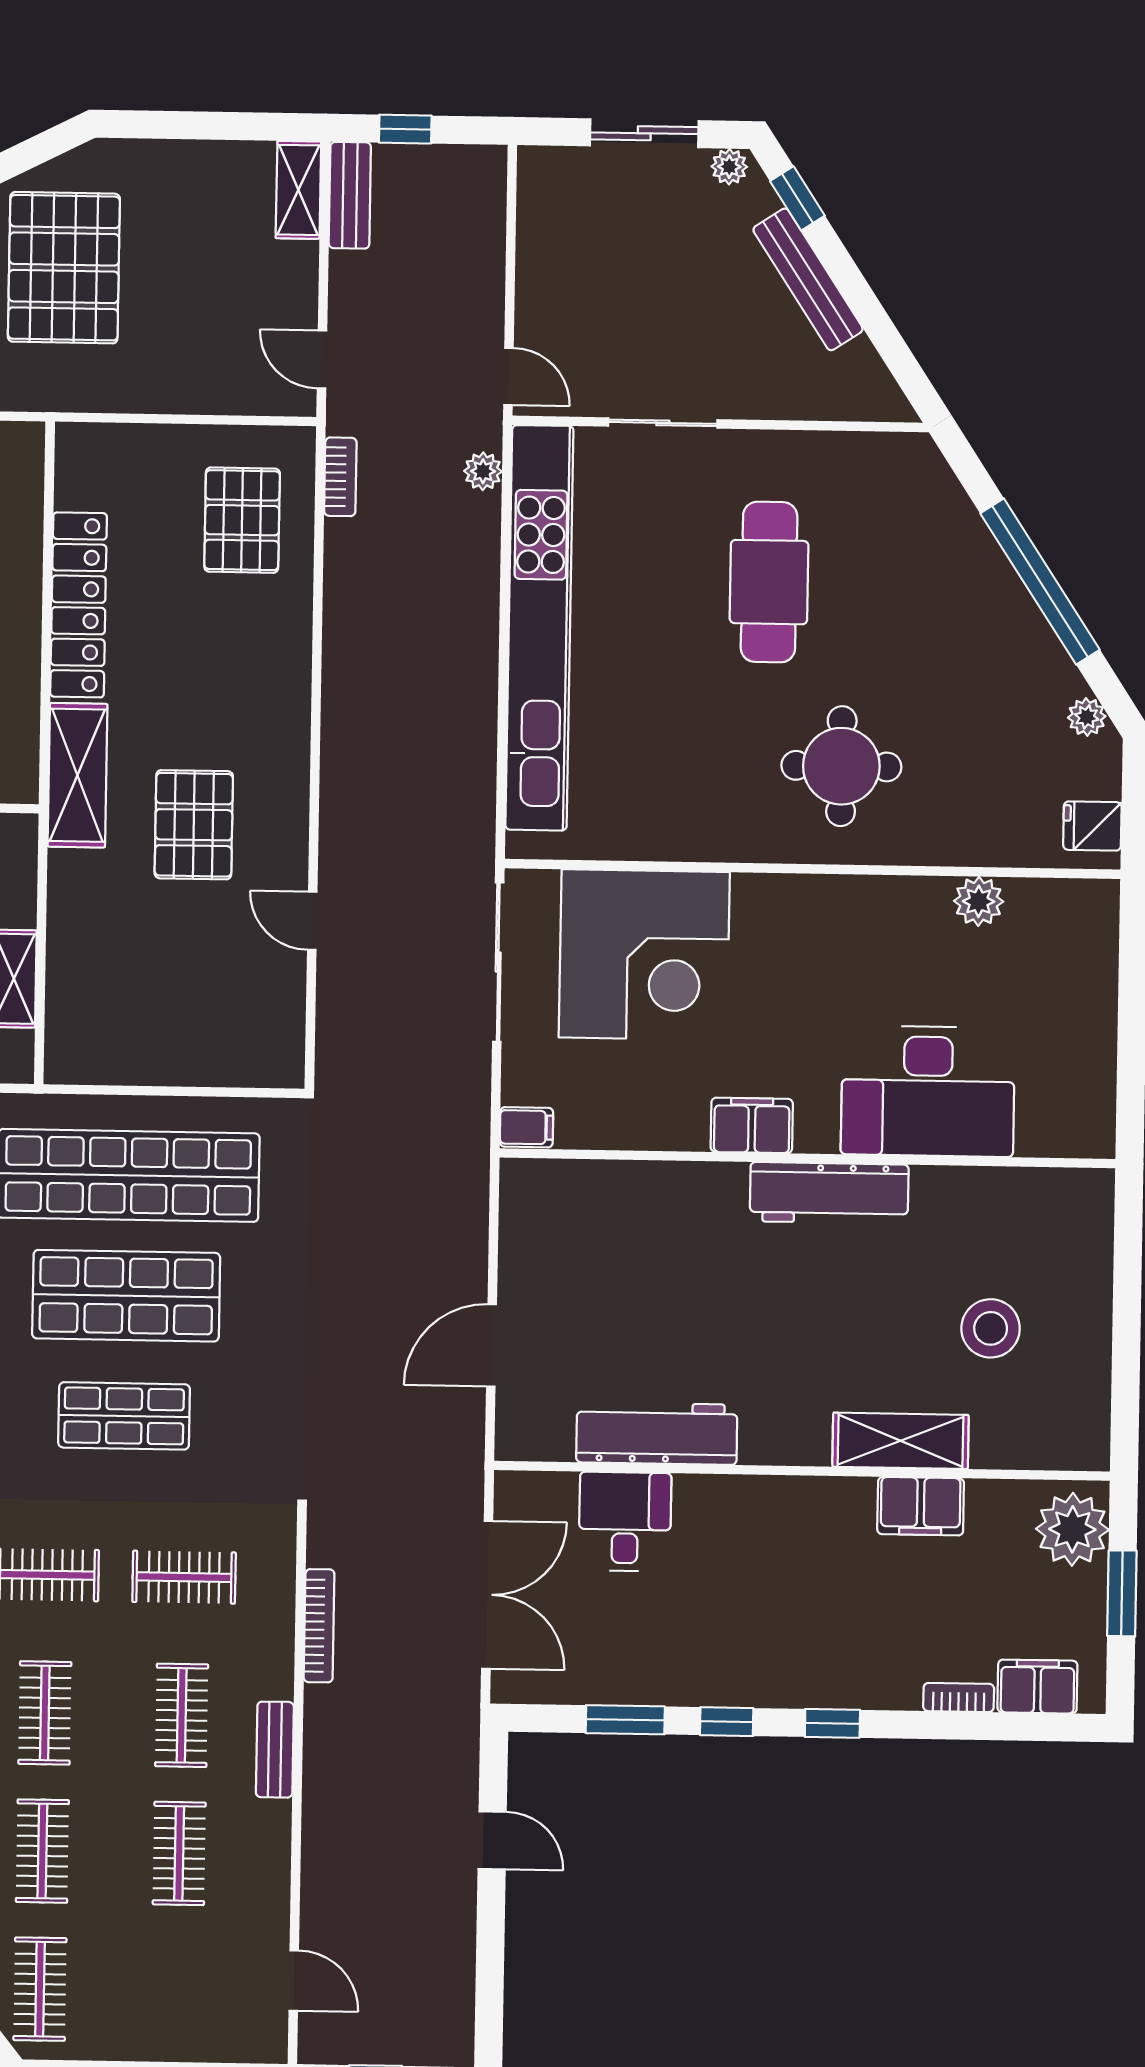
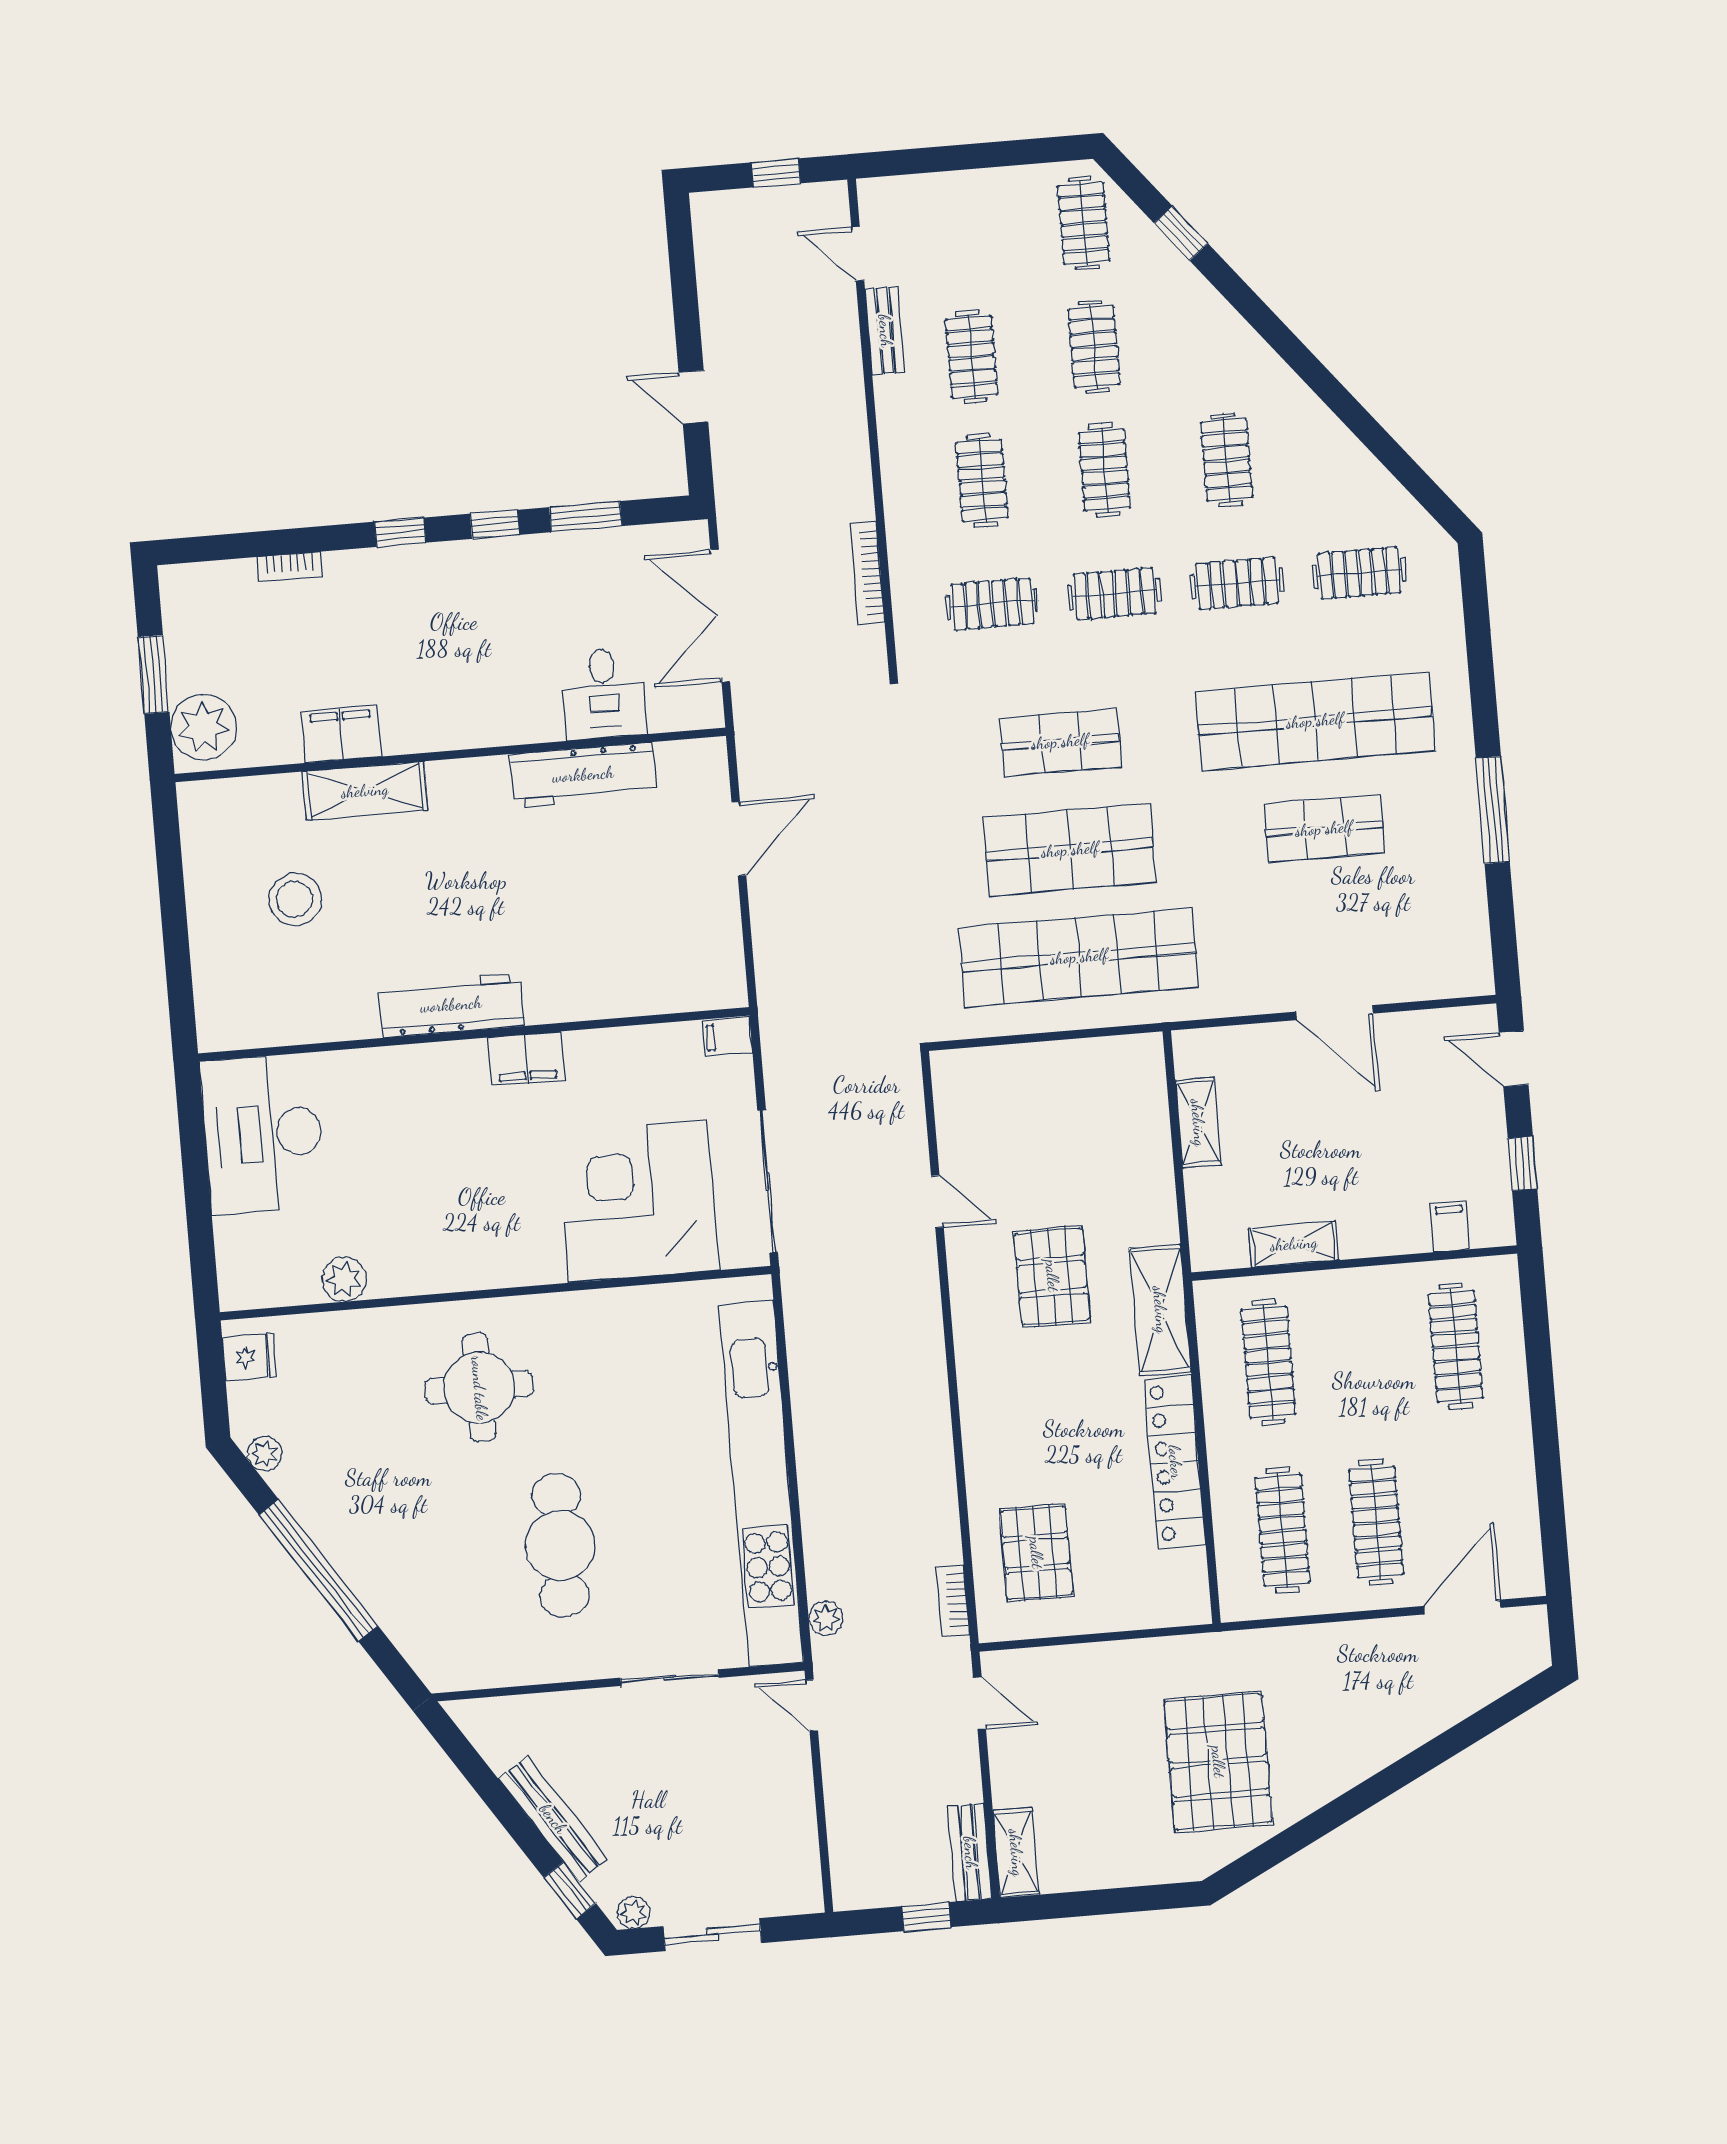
desk: (928, 1091) -> (263, 1134), moved, turned -90
filing cabinet: (1037, 1687) -> (221, 584), removed
bench: (275, 1750) -> (885, 331), moved

